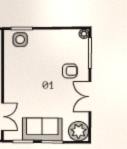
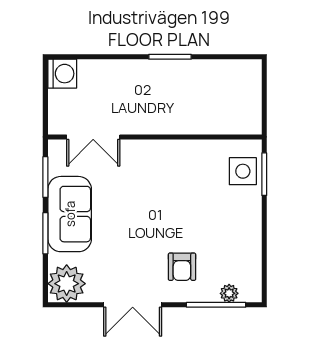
plant: (84, 34) -> (229, 293), moved
double door: (90, 97) -> (133, 305), swing flipped

